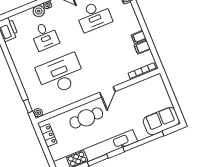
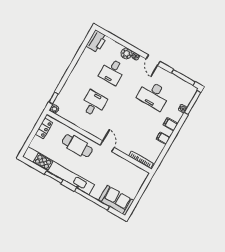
filing cabinet: (142, 47) -> (171, 124), moved
desk: (60, 75) -> (94, 104), width x0.53, depth x0.77
door: (107, 92) -> (107, 146), swing flipped

